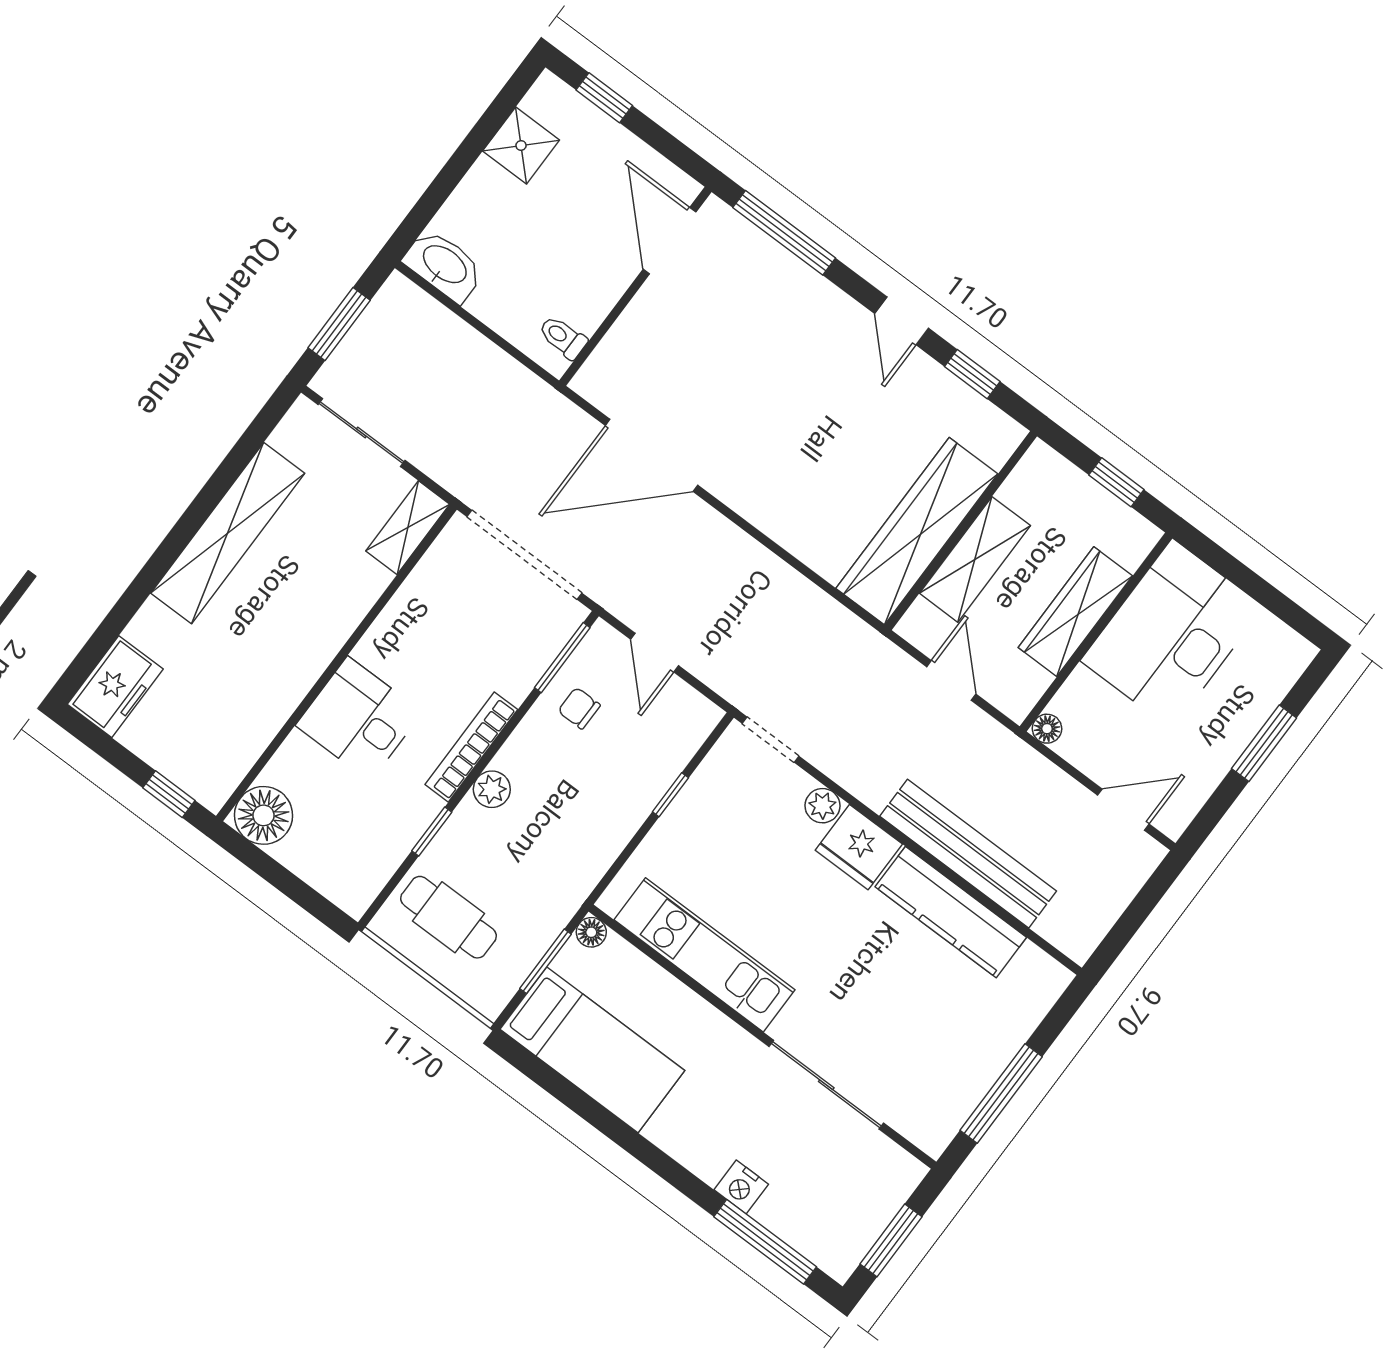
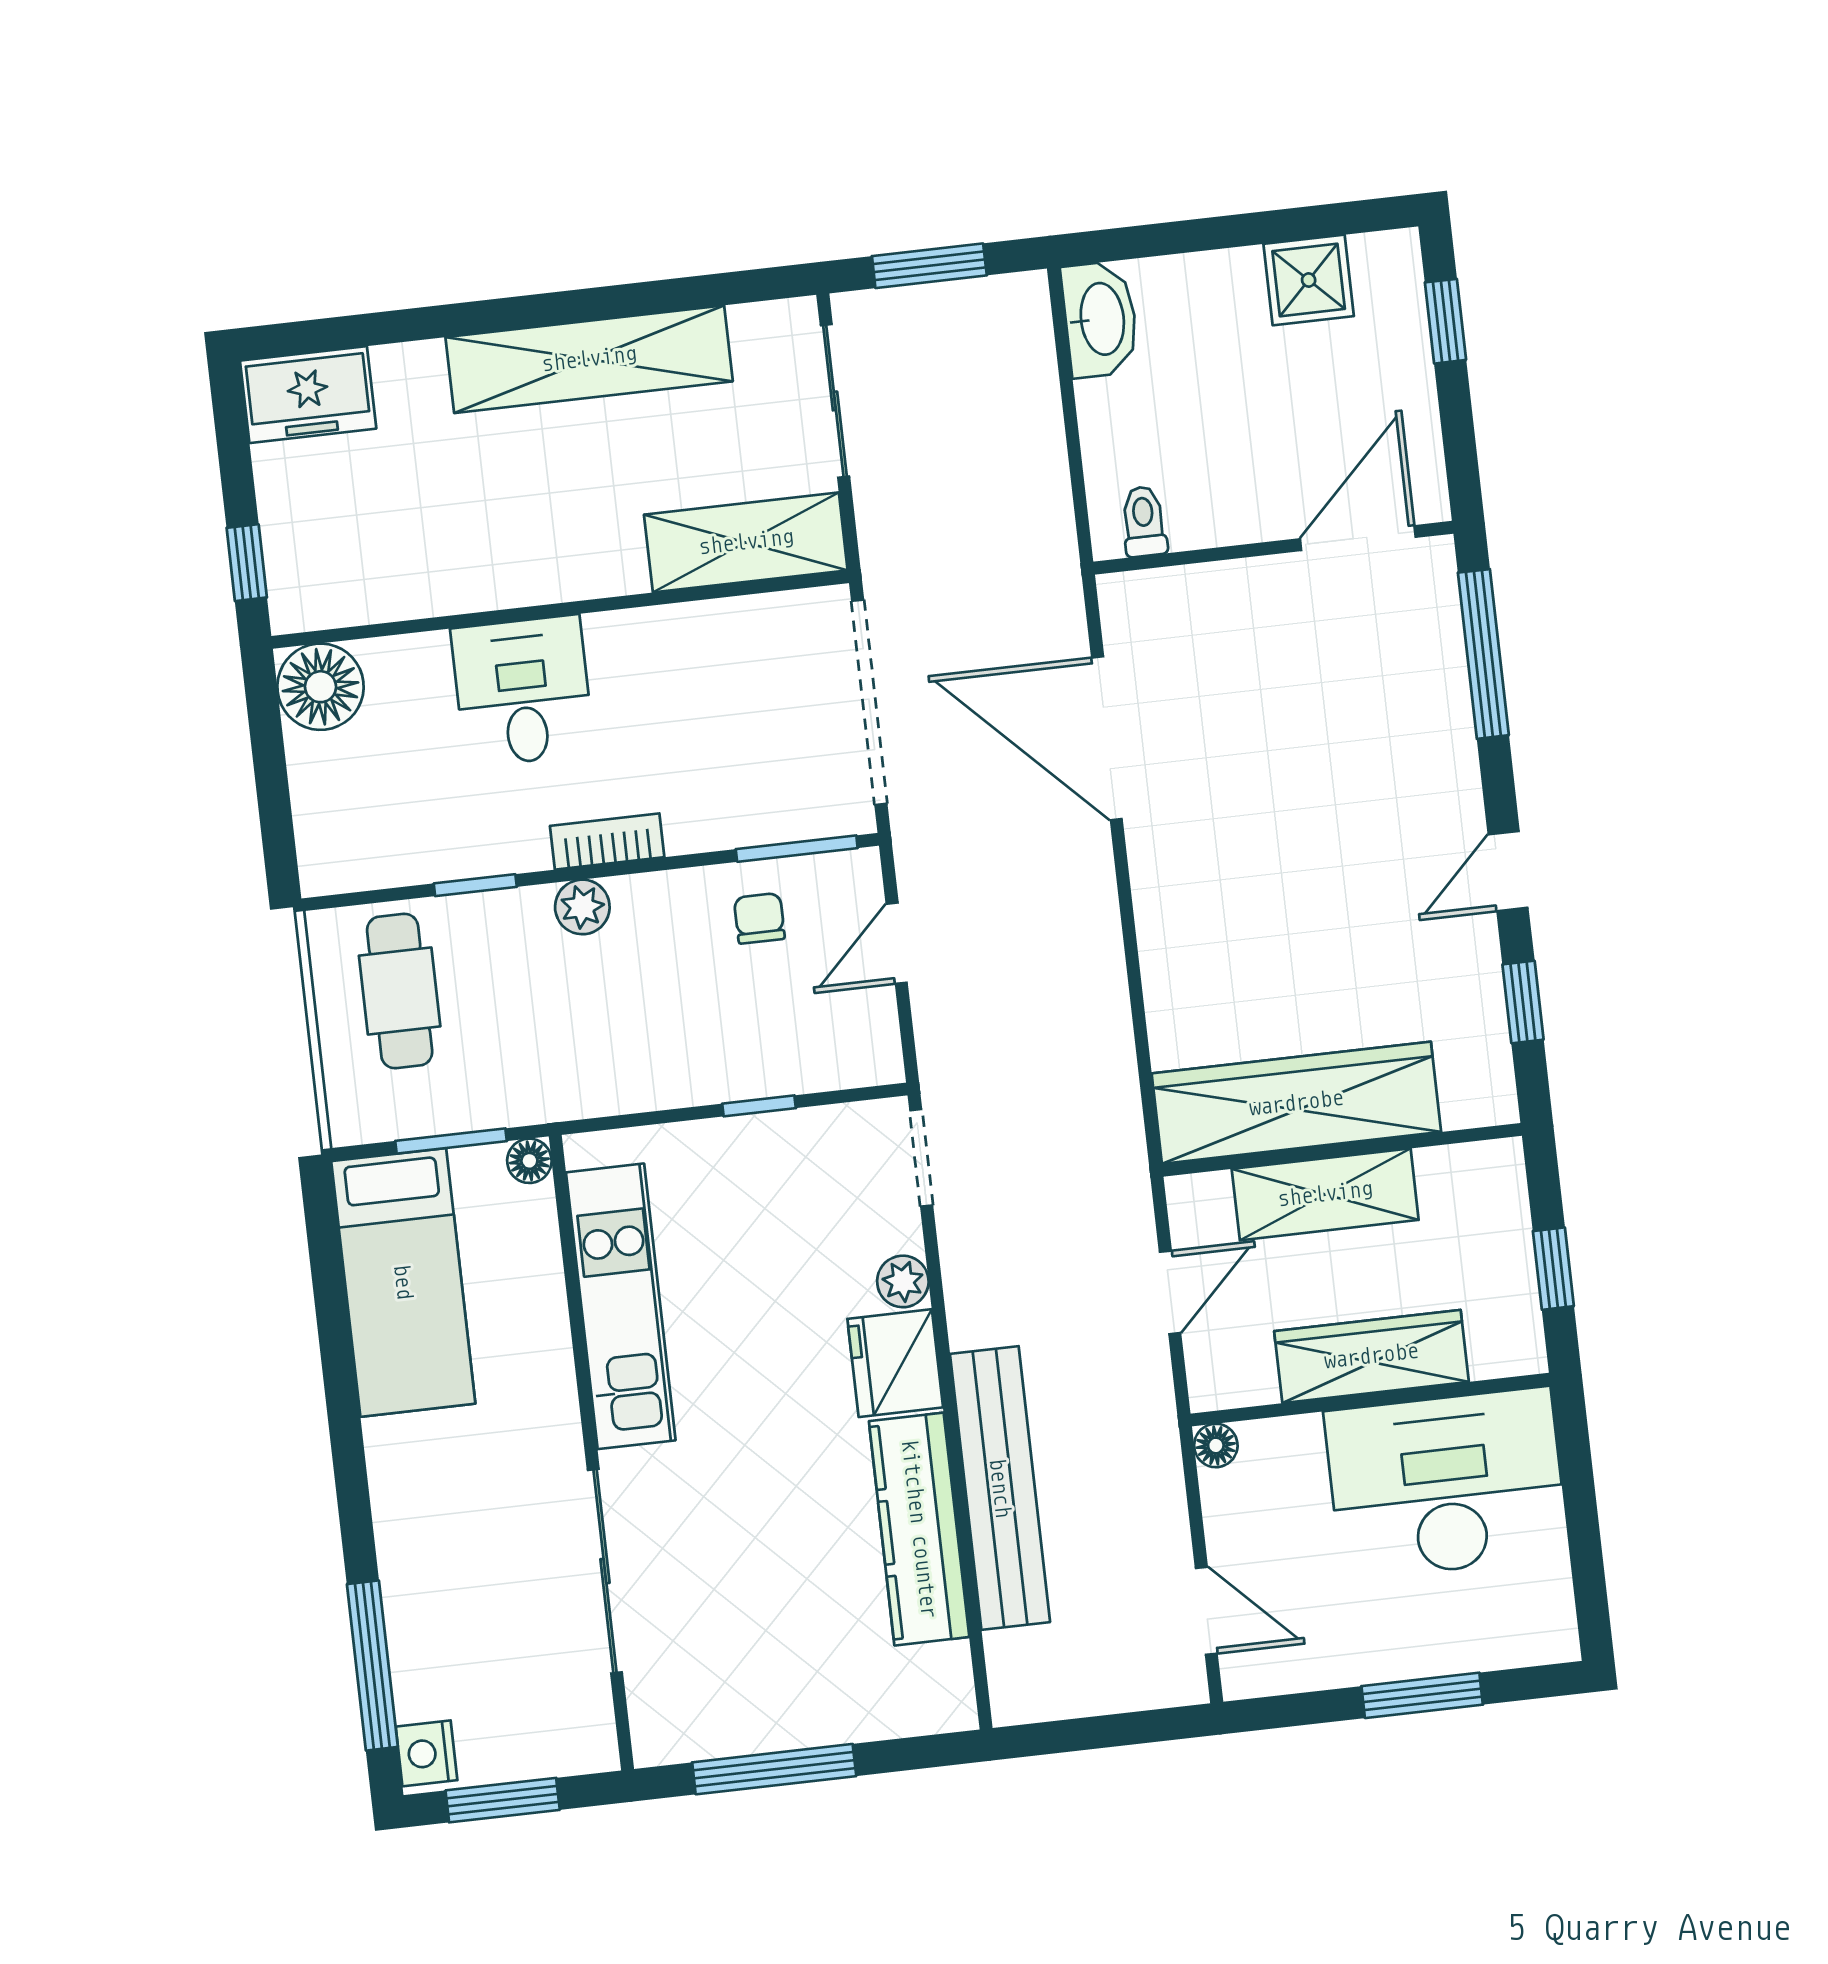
shelving: (408, 528) -> (746, 542), width x1.50, depth x1.33
bookcase: (471, 747) -> (607, 841), width x0.64
nightstand: (741, 1187) -> (427, 1753), moved

